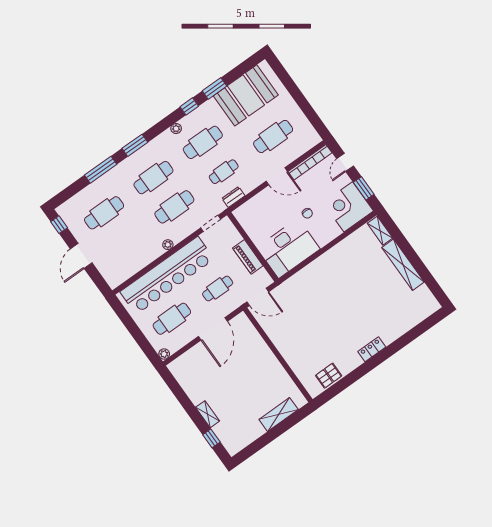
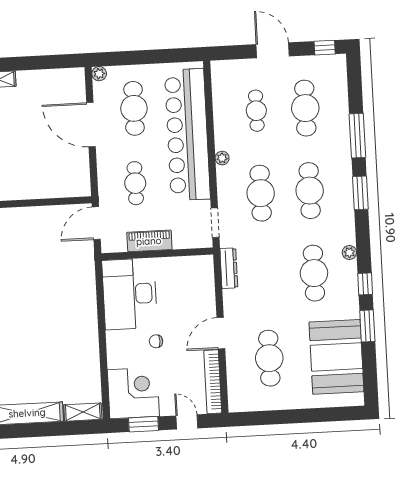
cafe table: (224, 172) -> (256, 111), moved
dresser: (233, 197) -> (229, 268), width x1.44
door: (213, 329) -> (91, 125), moved

